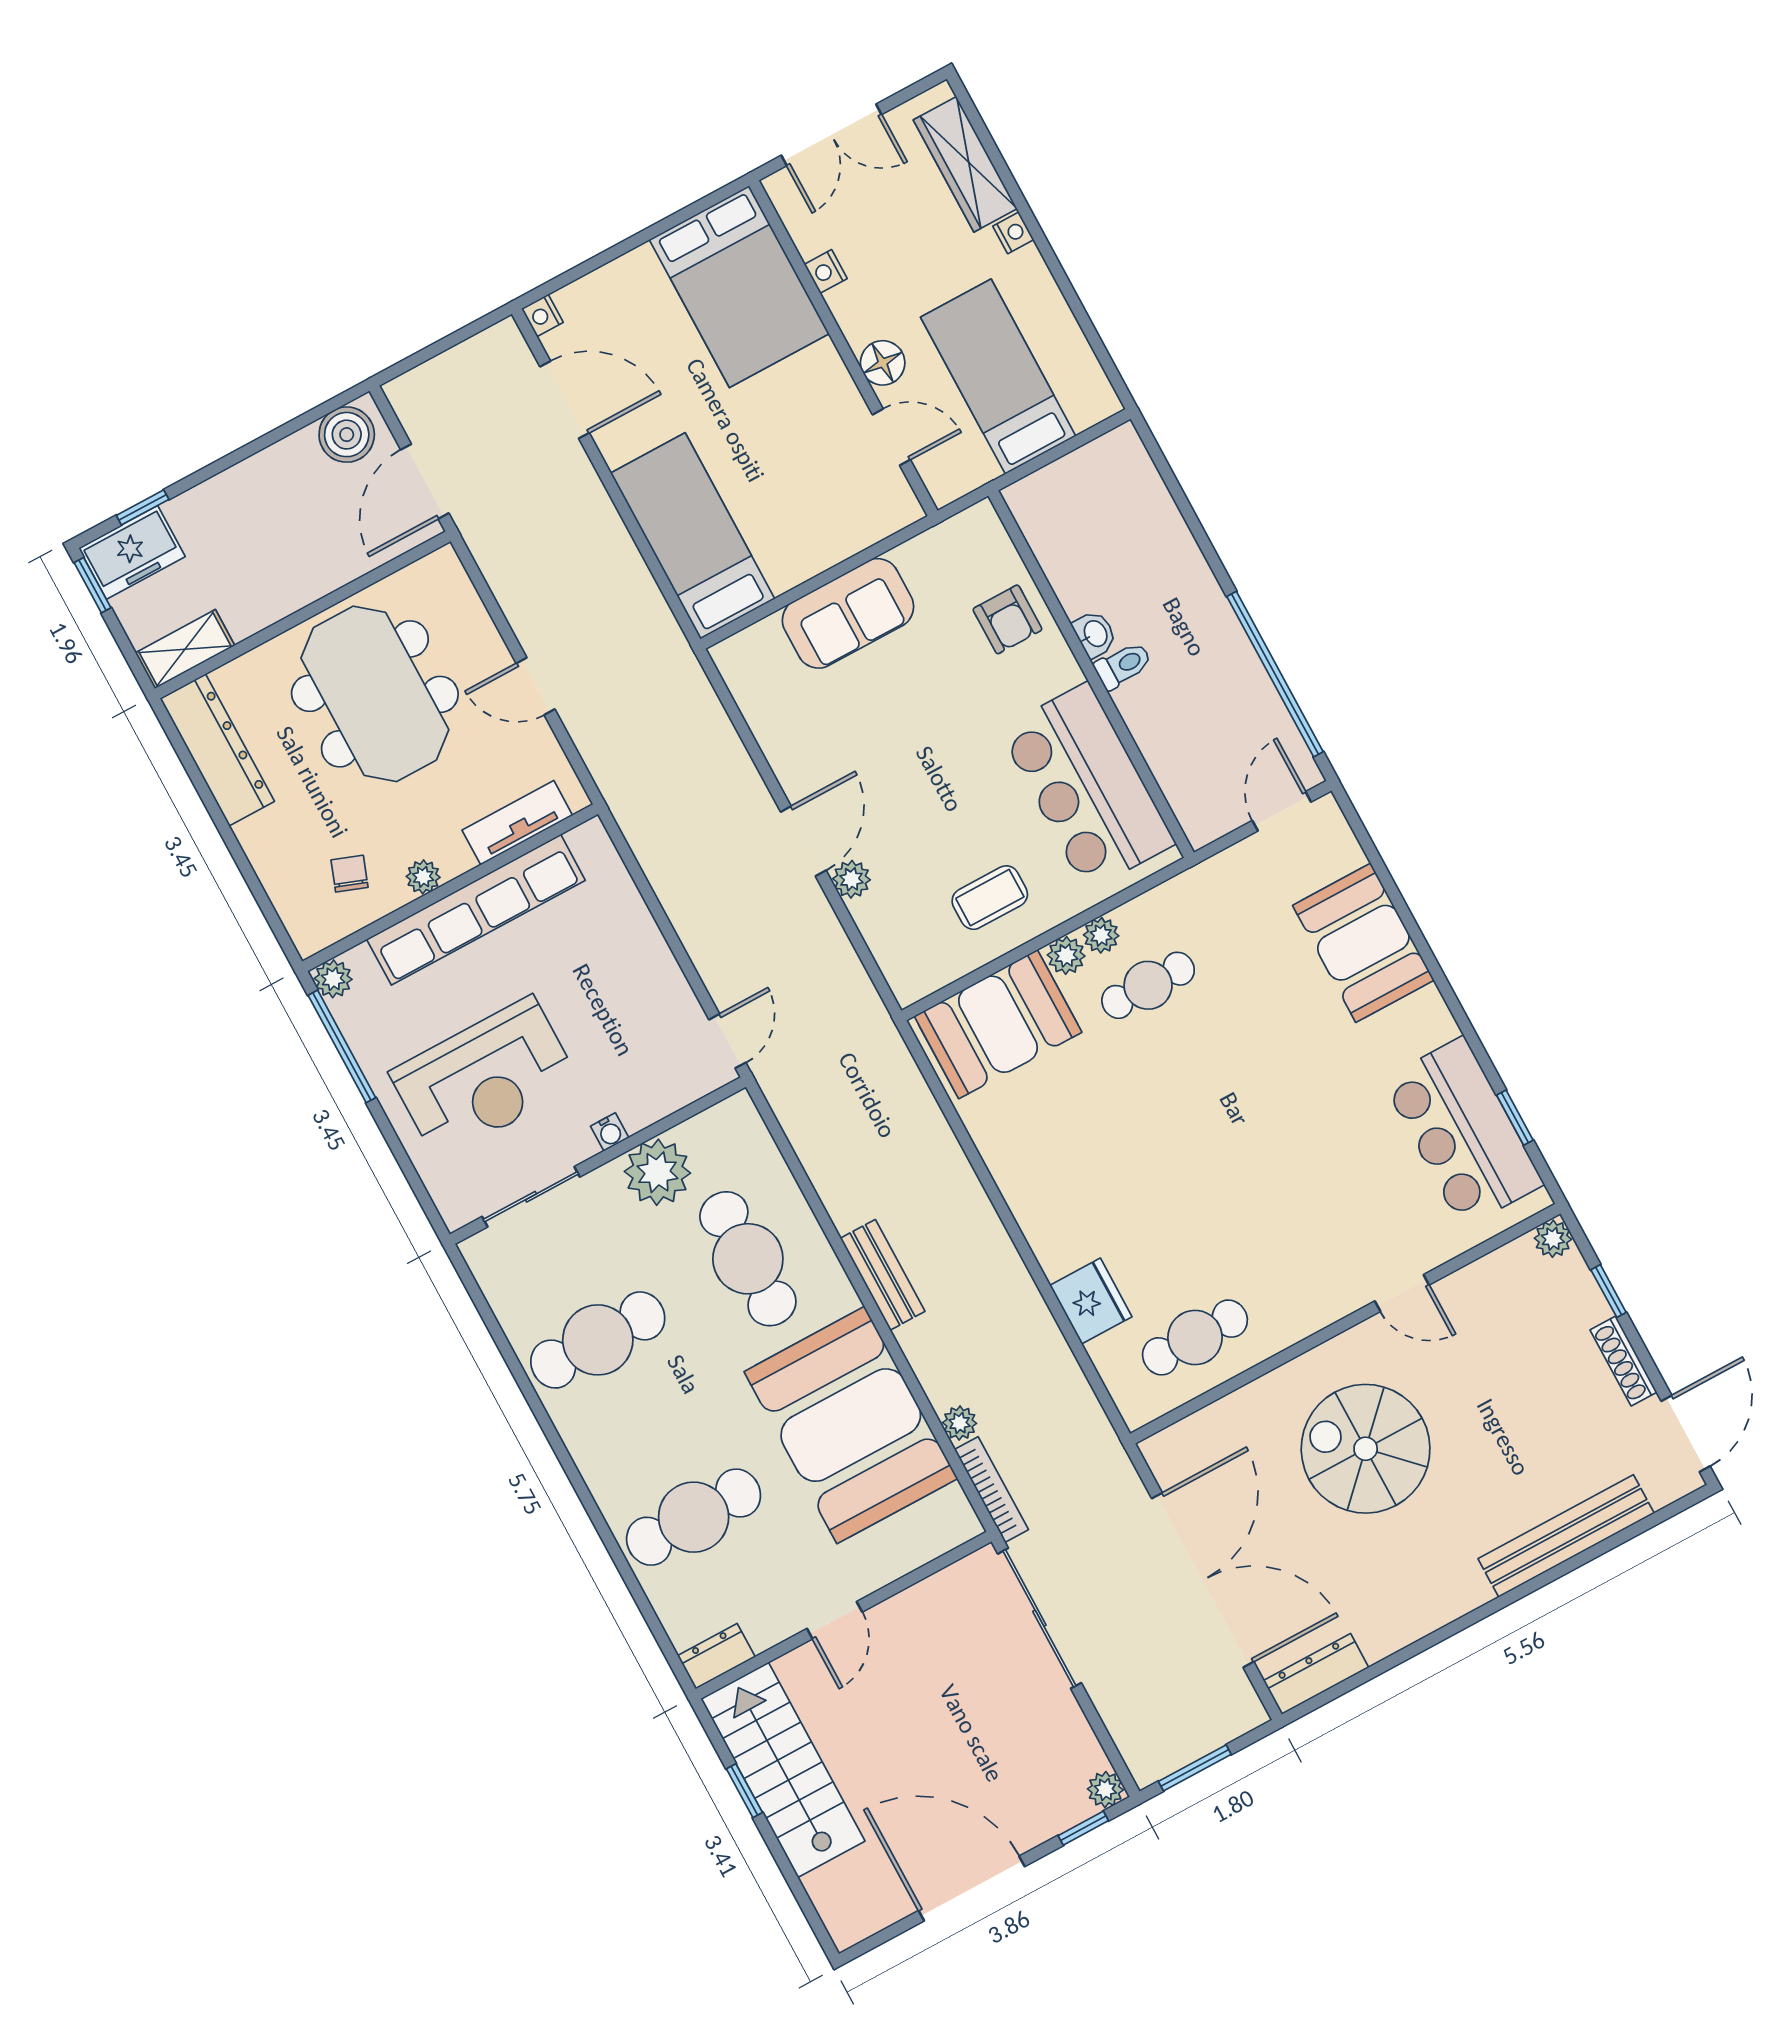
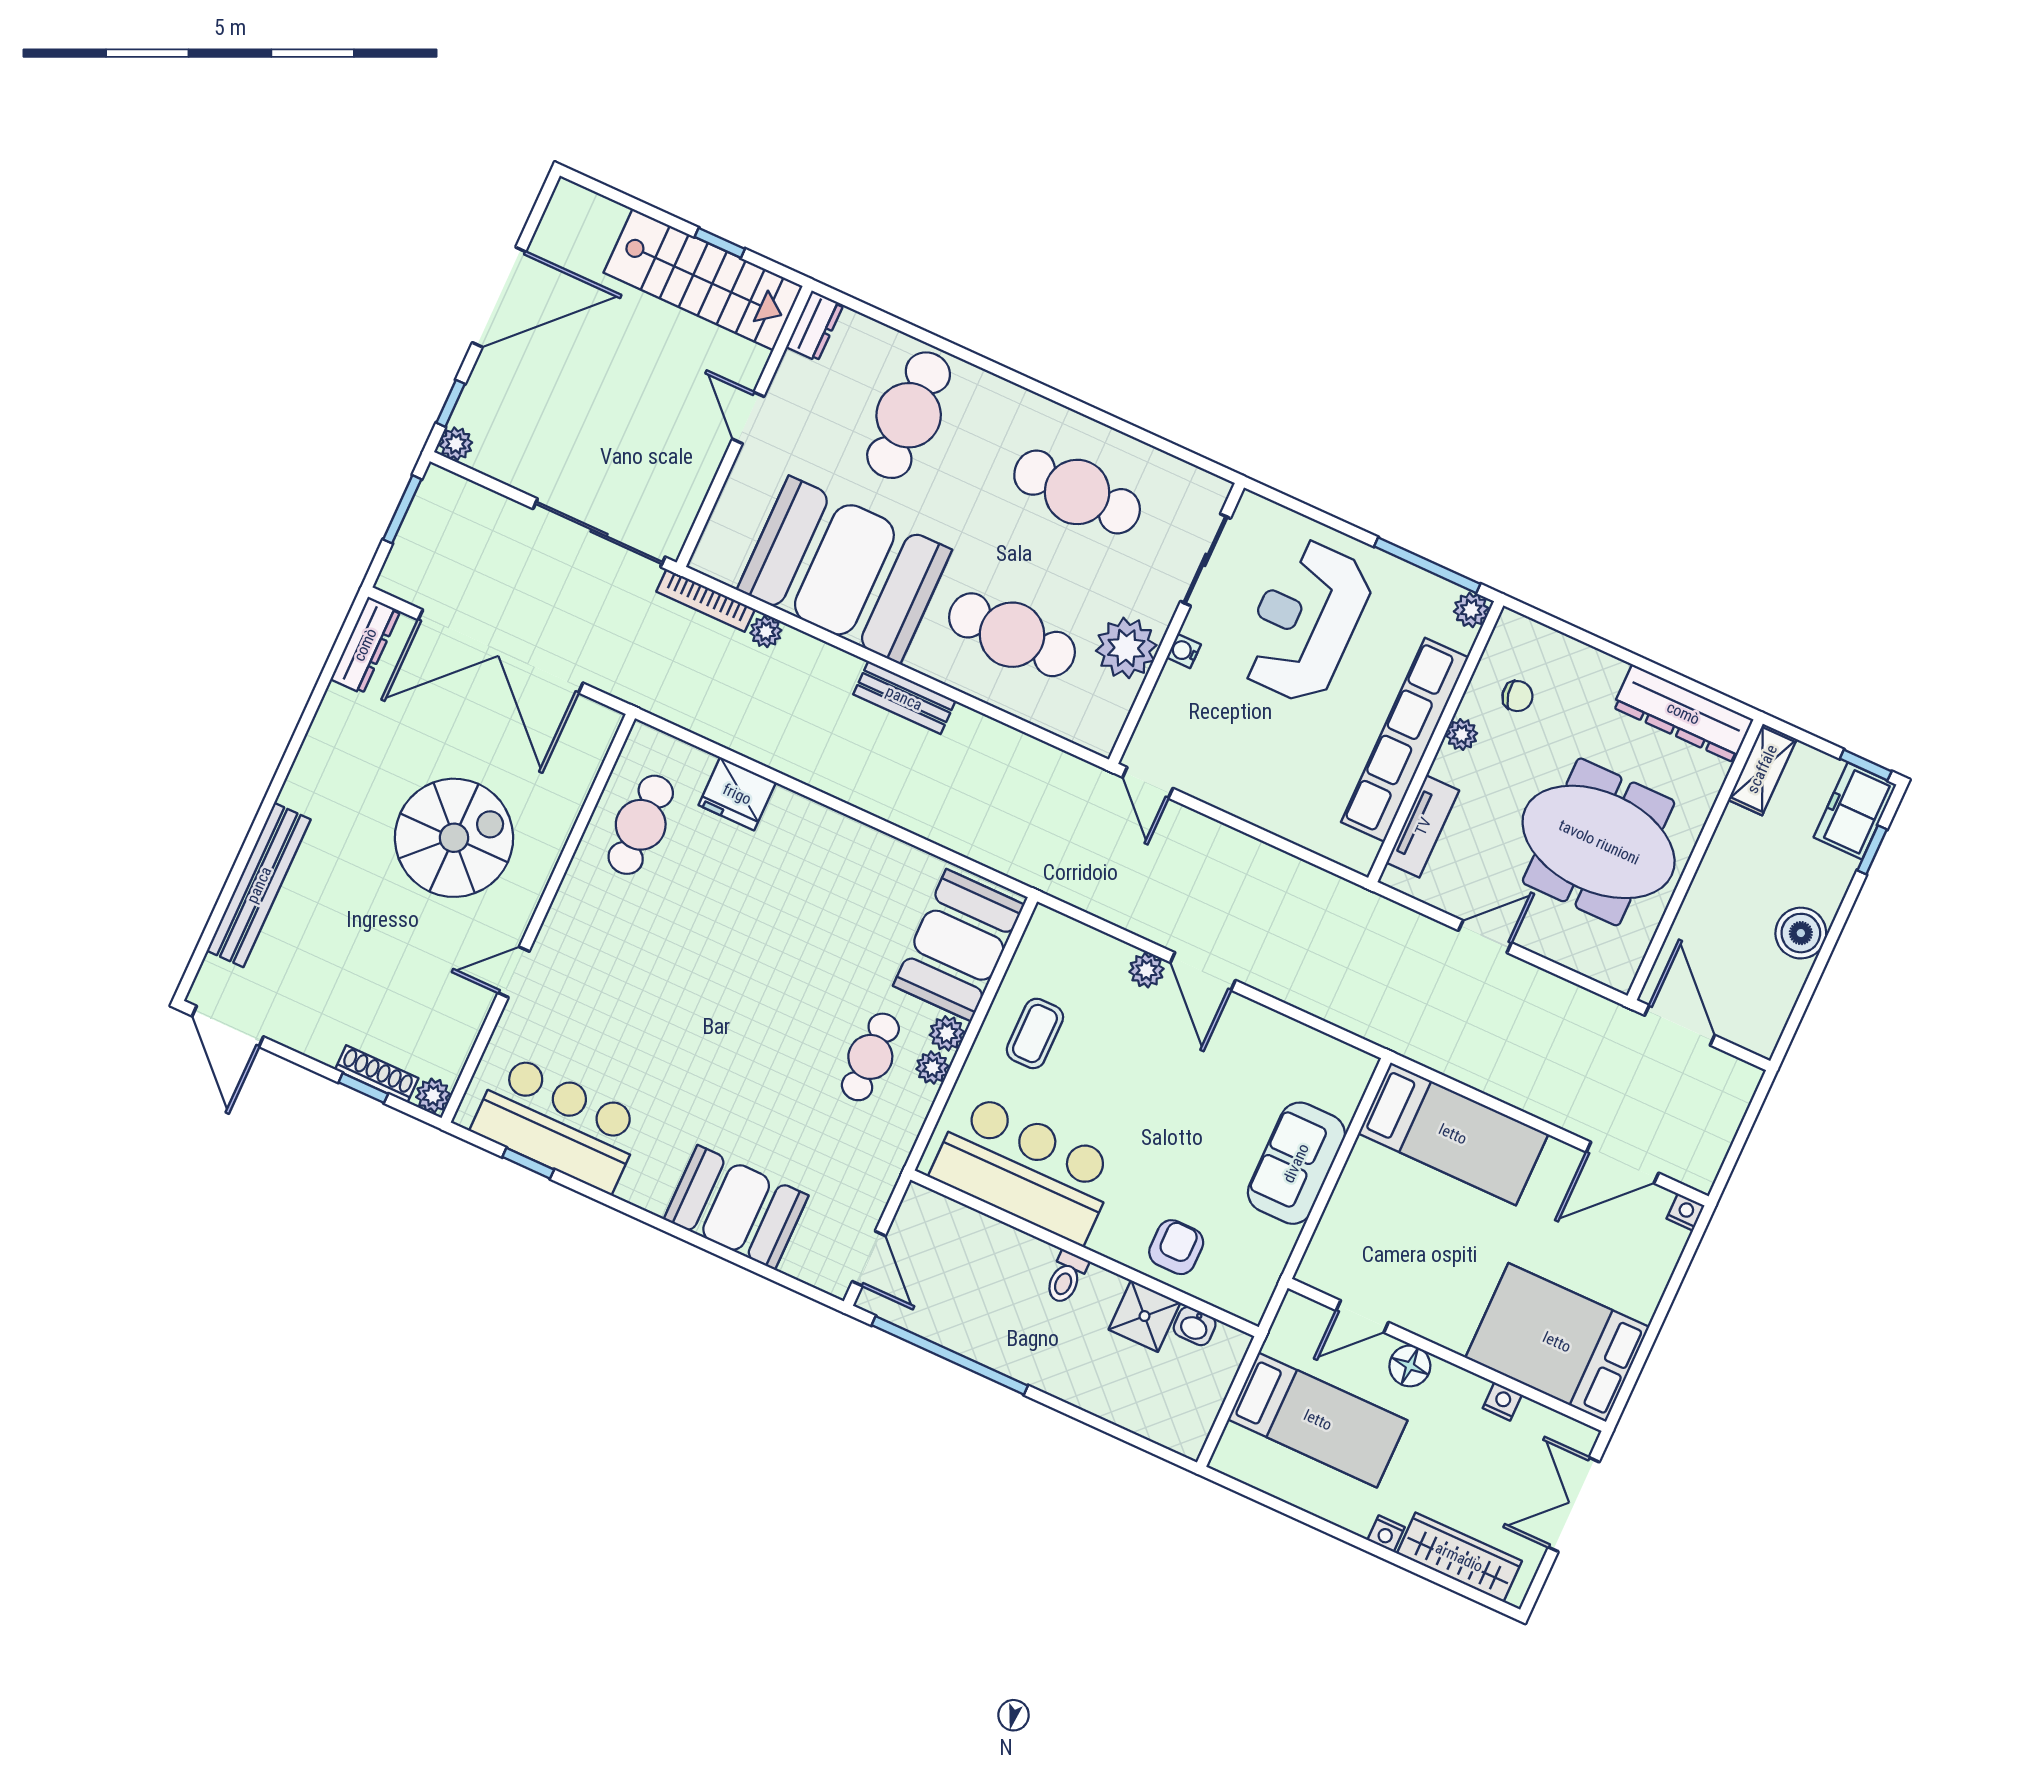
boiler: (347, 435) -> (1801, 933), moved
shower: (1080, 580) -> (1144, 1316), added
armchair: (1007, 619) -> (1176, 1247), turned 90
washbasin: (1095, 634) -> (1195, 1326), moved
chair: (349, 874) -> (1517, 696), turned -32
cafe table: (598, 1340) -> (1077, 492), turned 90
shoe rack: (1624, 1361) -> (377, 1074), moved

